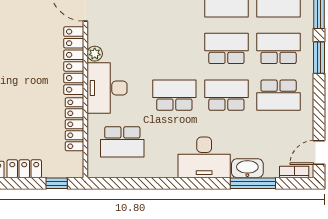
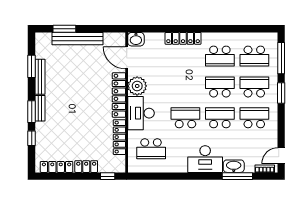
plant: (95, 54) -> (137, 86), width x1.87, depth x1.87
school desk: (279, 95) -> (254, 118), turned 180

